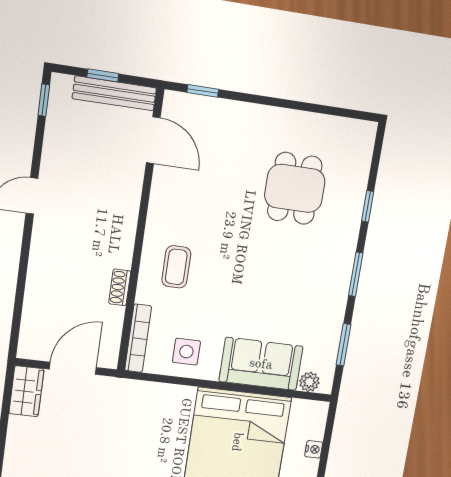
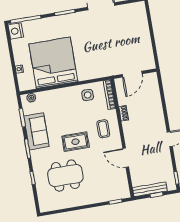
door: (153, 140) -> (126, 158), moved
dining table: (295, 188) -> (65, 176), width x1.38
rug: (247, 257) -> (75, 142), added
sofa: (261, 364) -> (36, 131), moved, turned -90
wardrobe: (26, 391) -> (148, 59), removed

